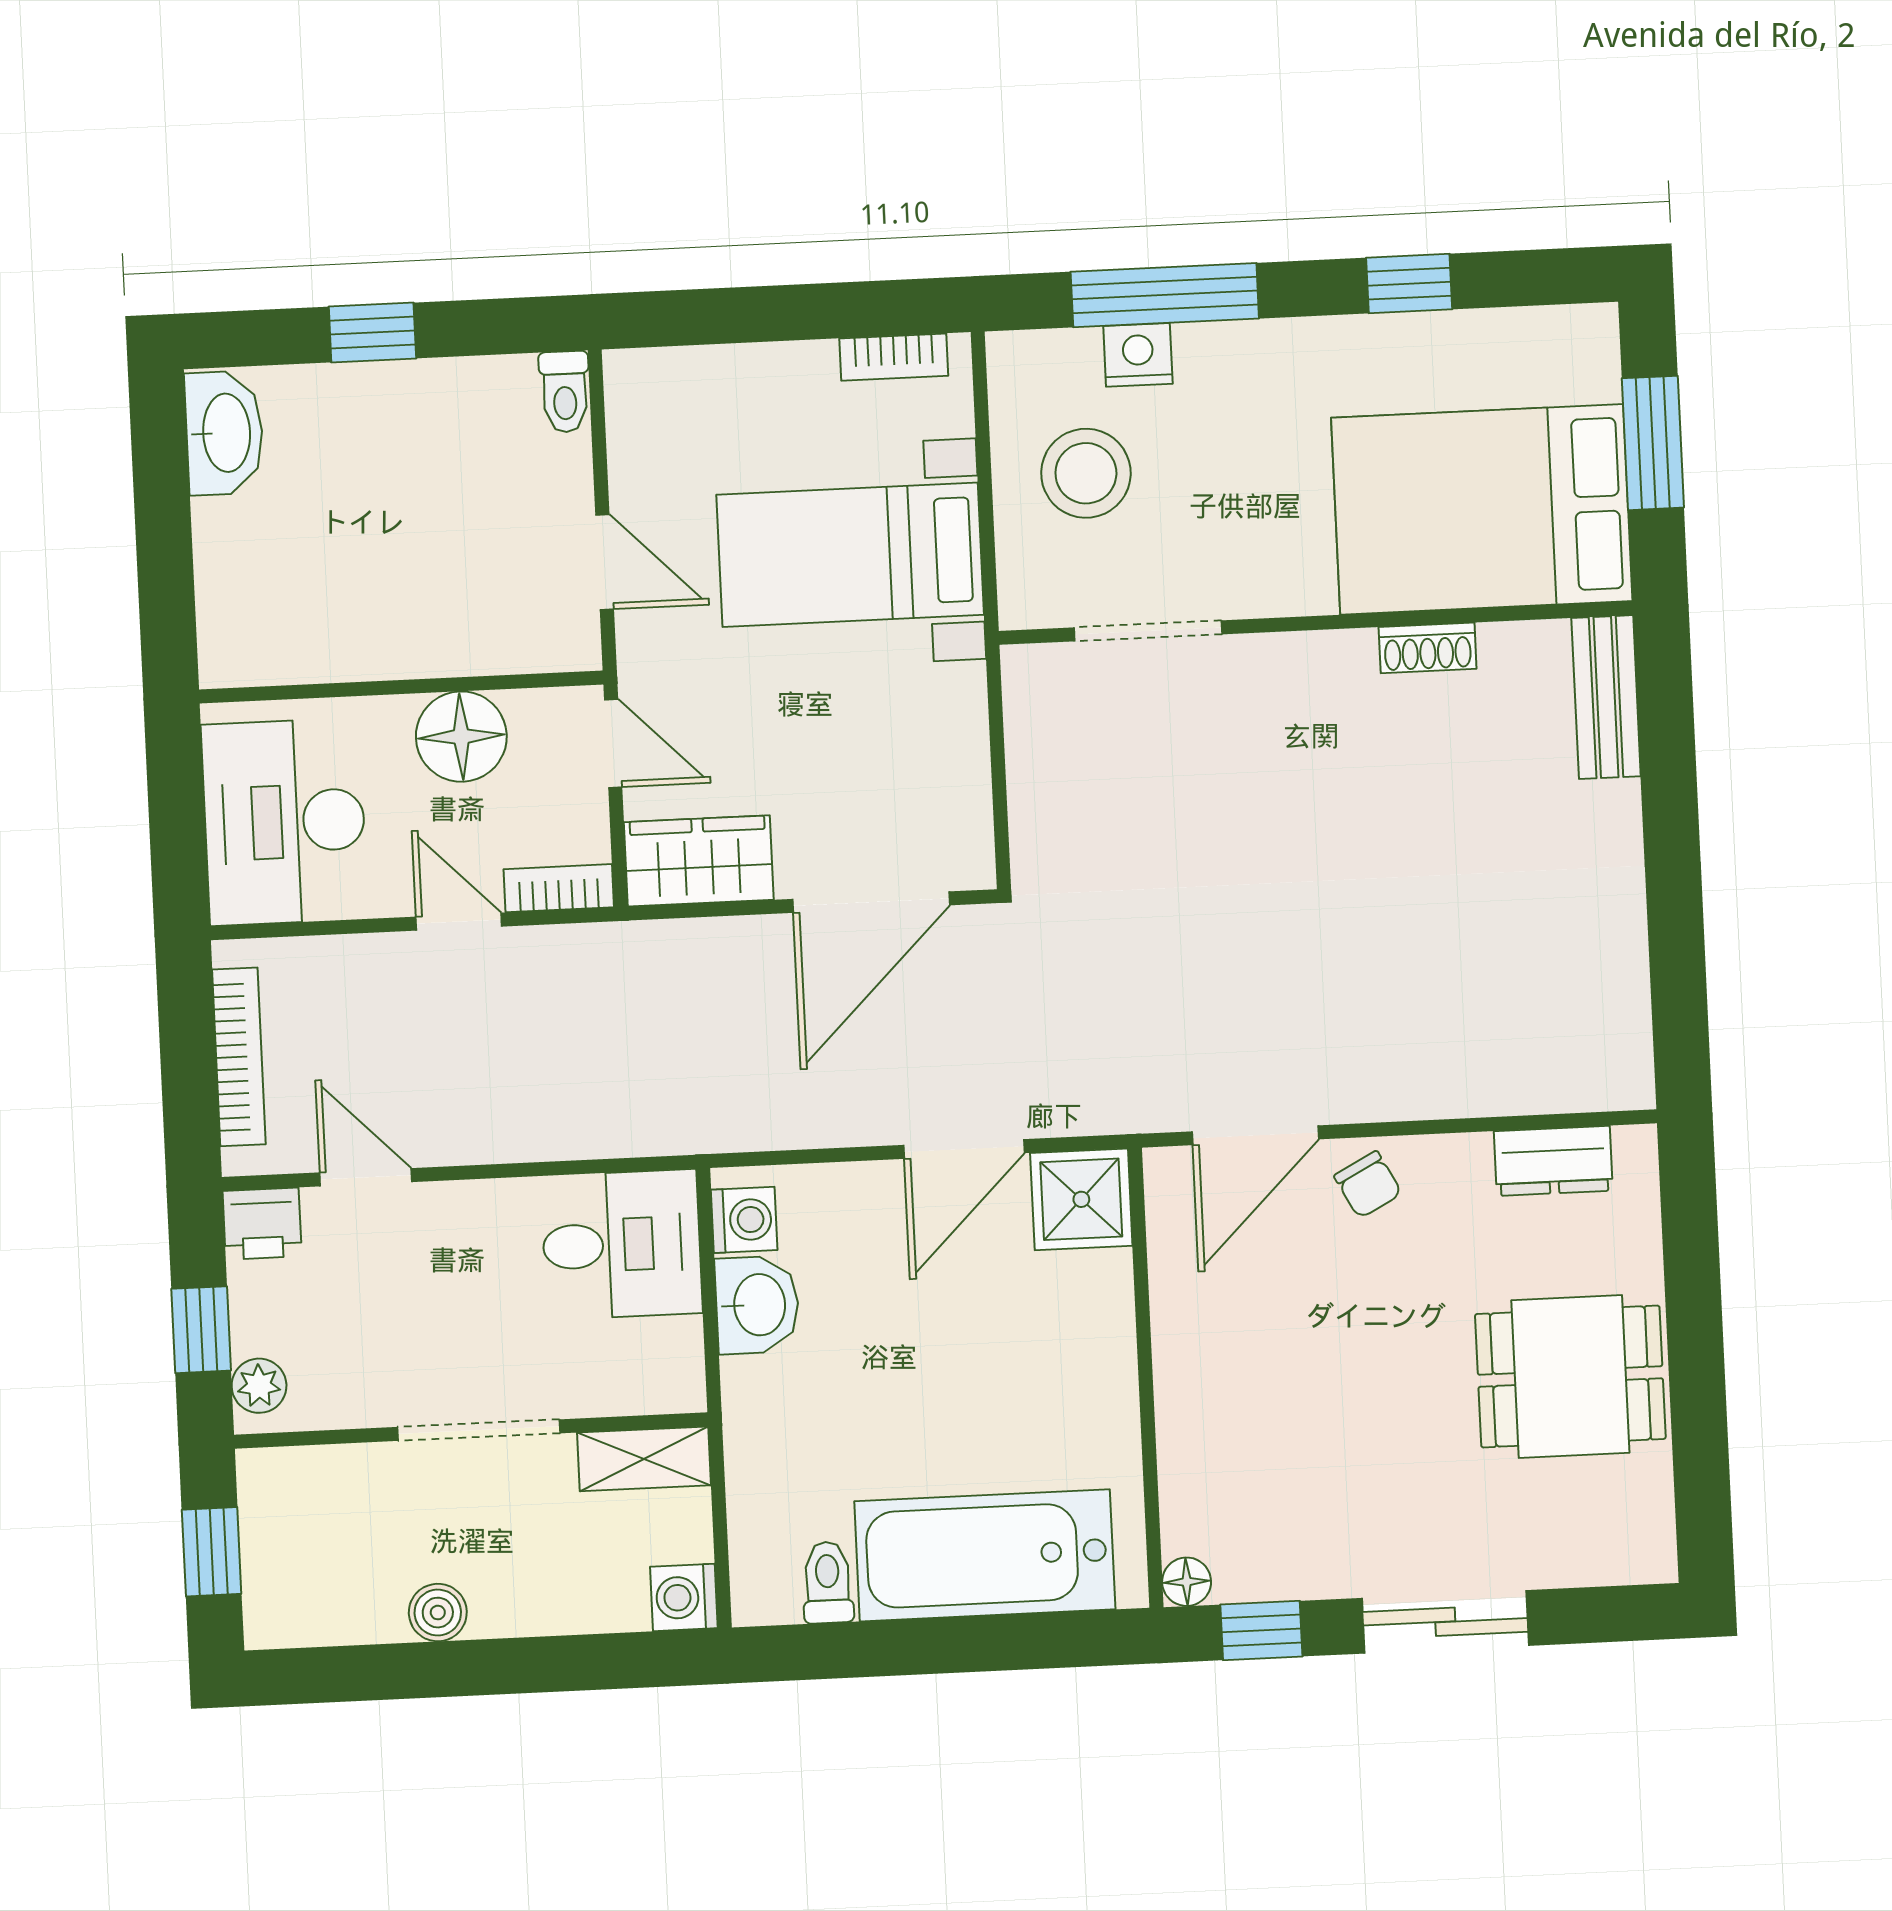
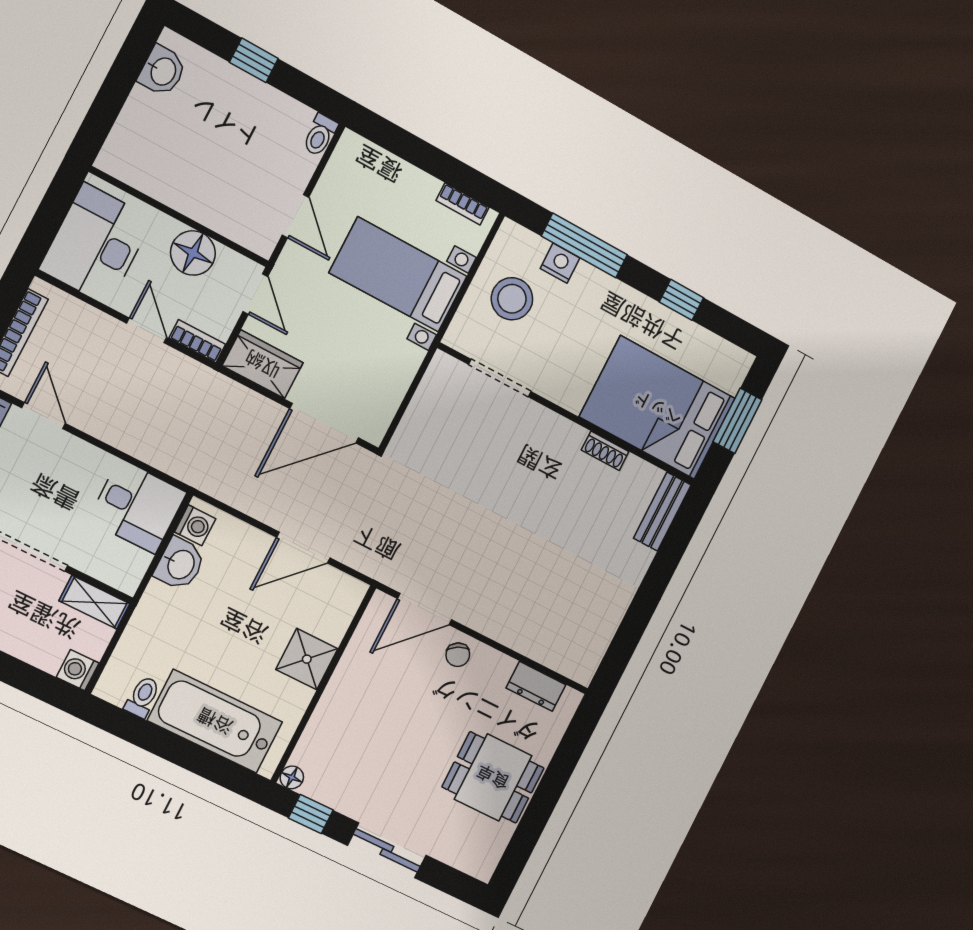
washbasin: (224, 433) -> (162, 71), width x0.72
shower: (1081, 1199) -> (307, 659), moved

